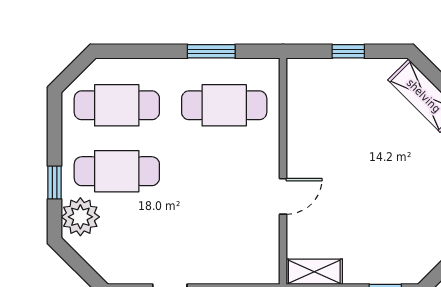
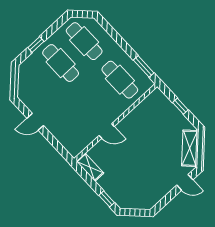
window: (211, 51) -> (144, 66), moved
plant: (80, 217) -> (32, 65), removed

